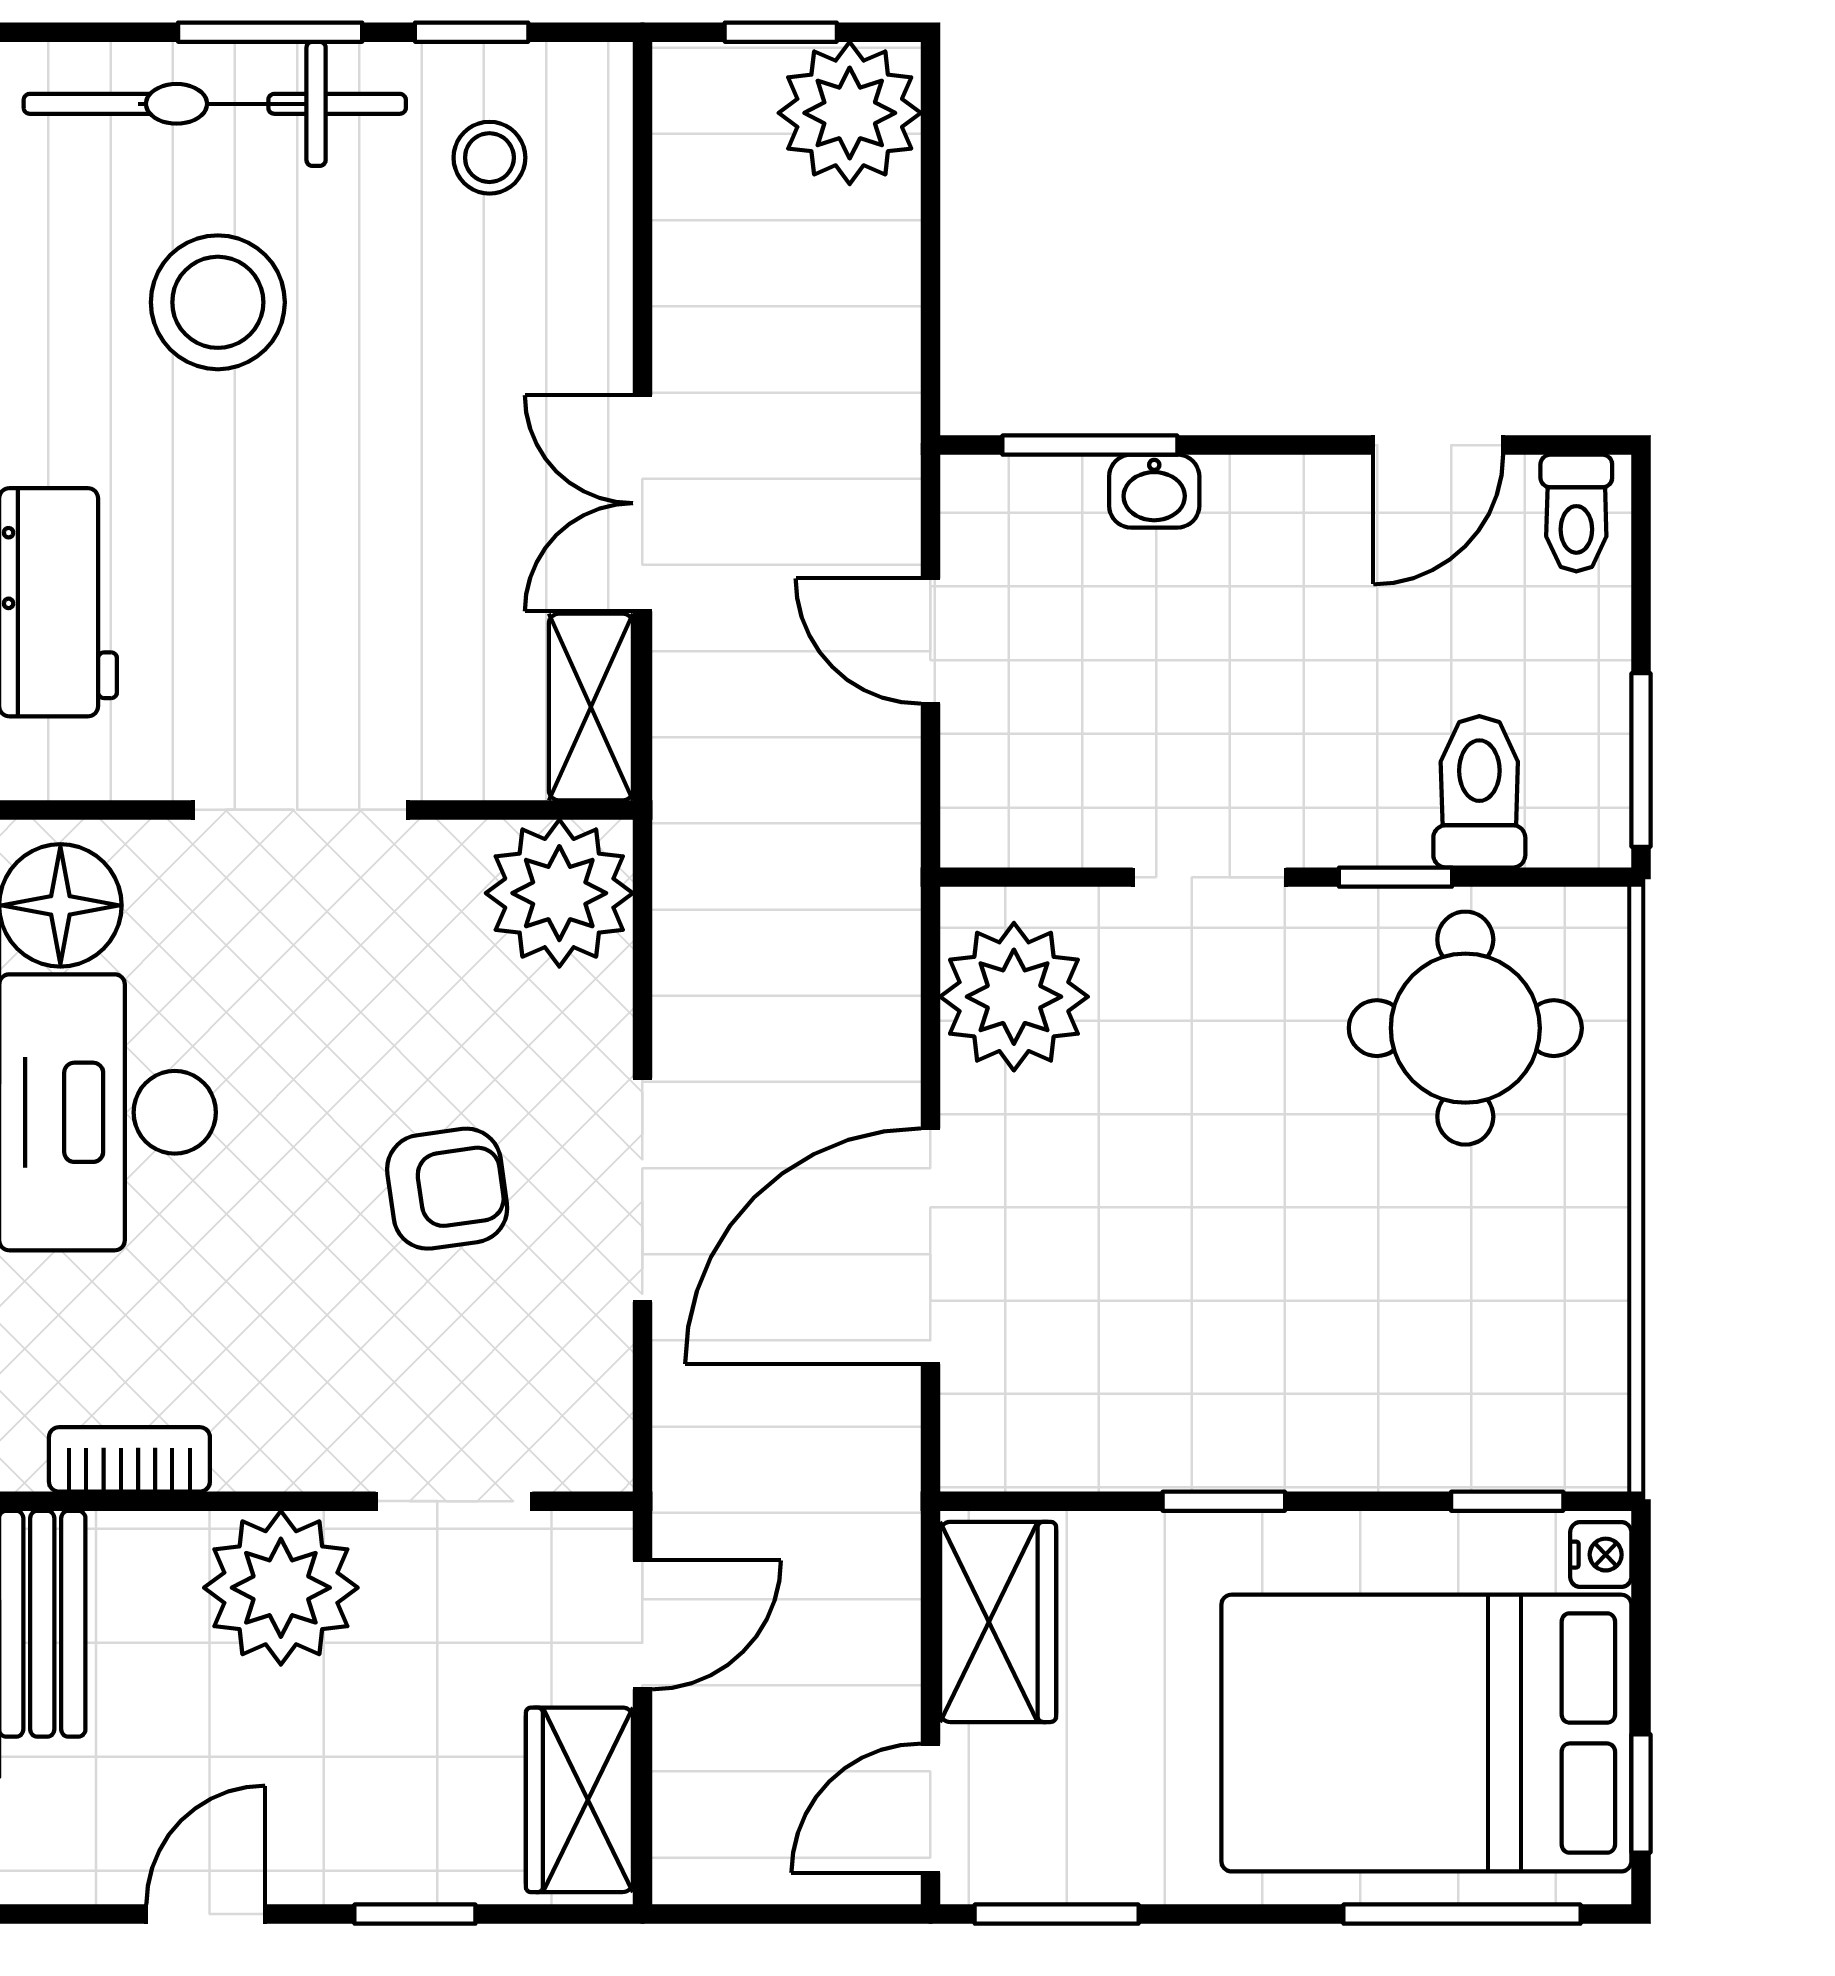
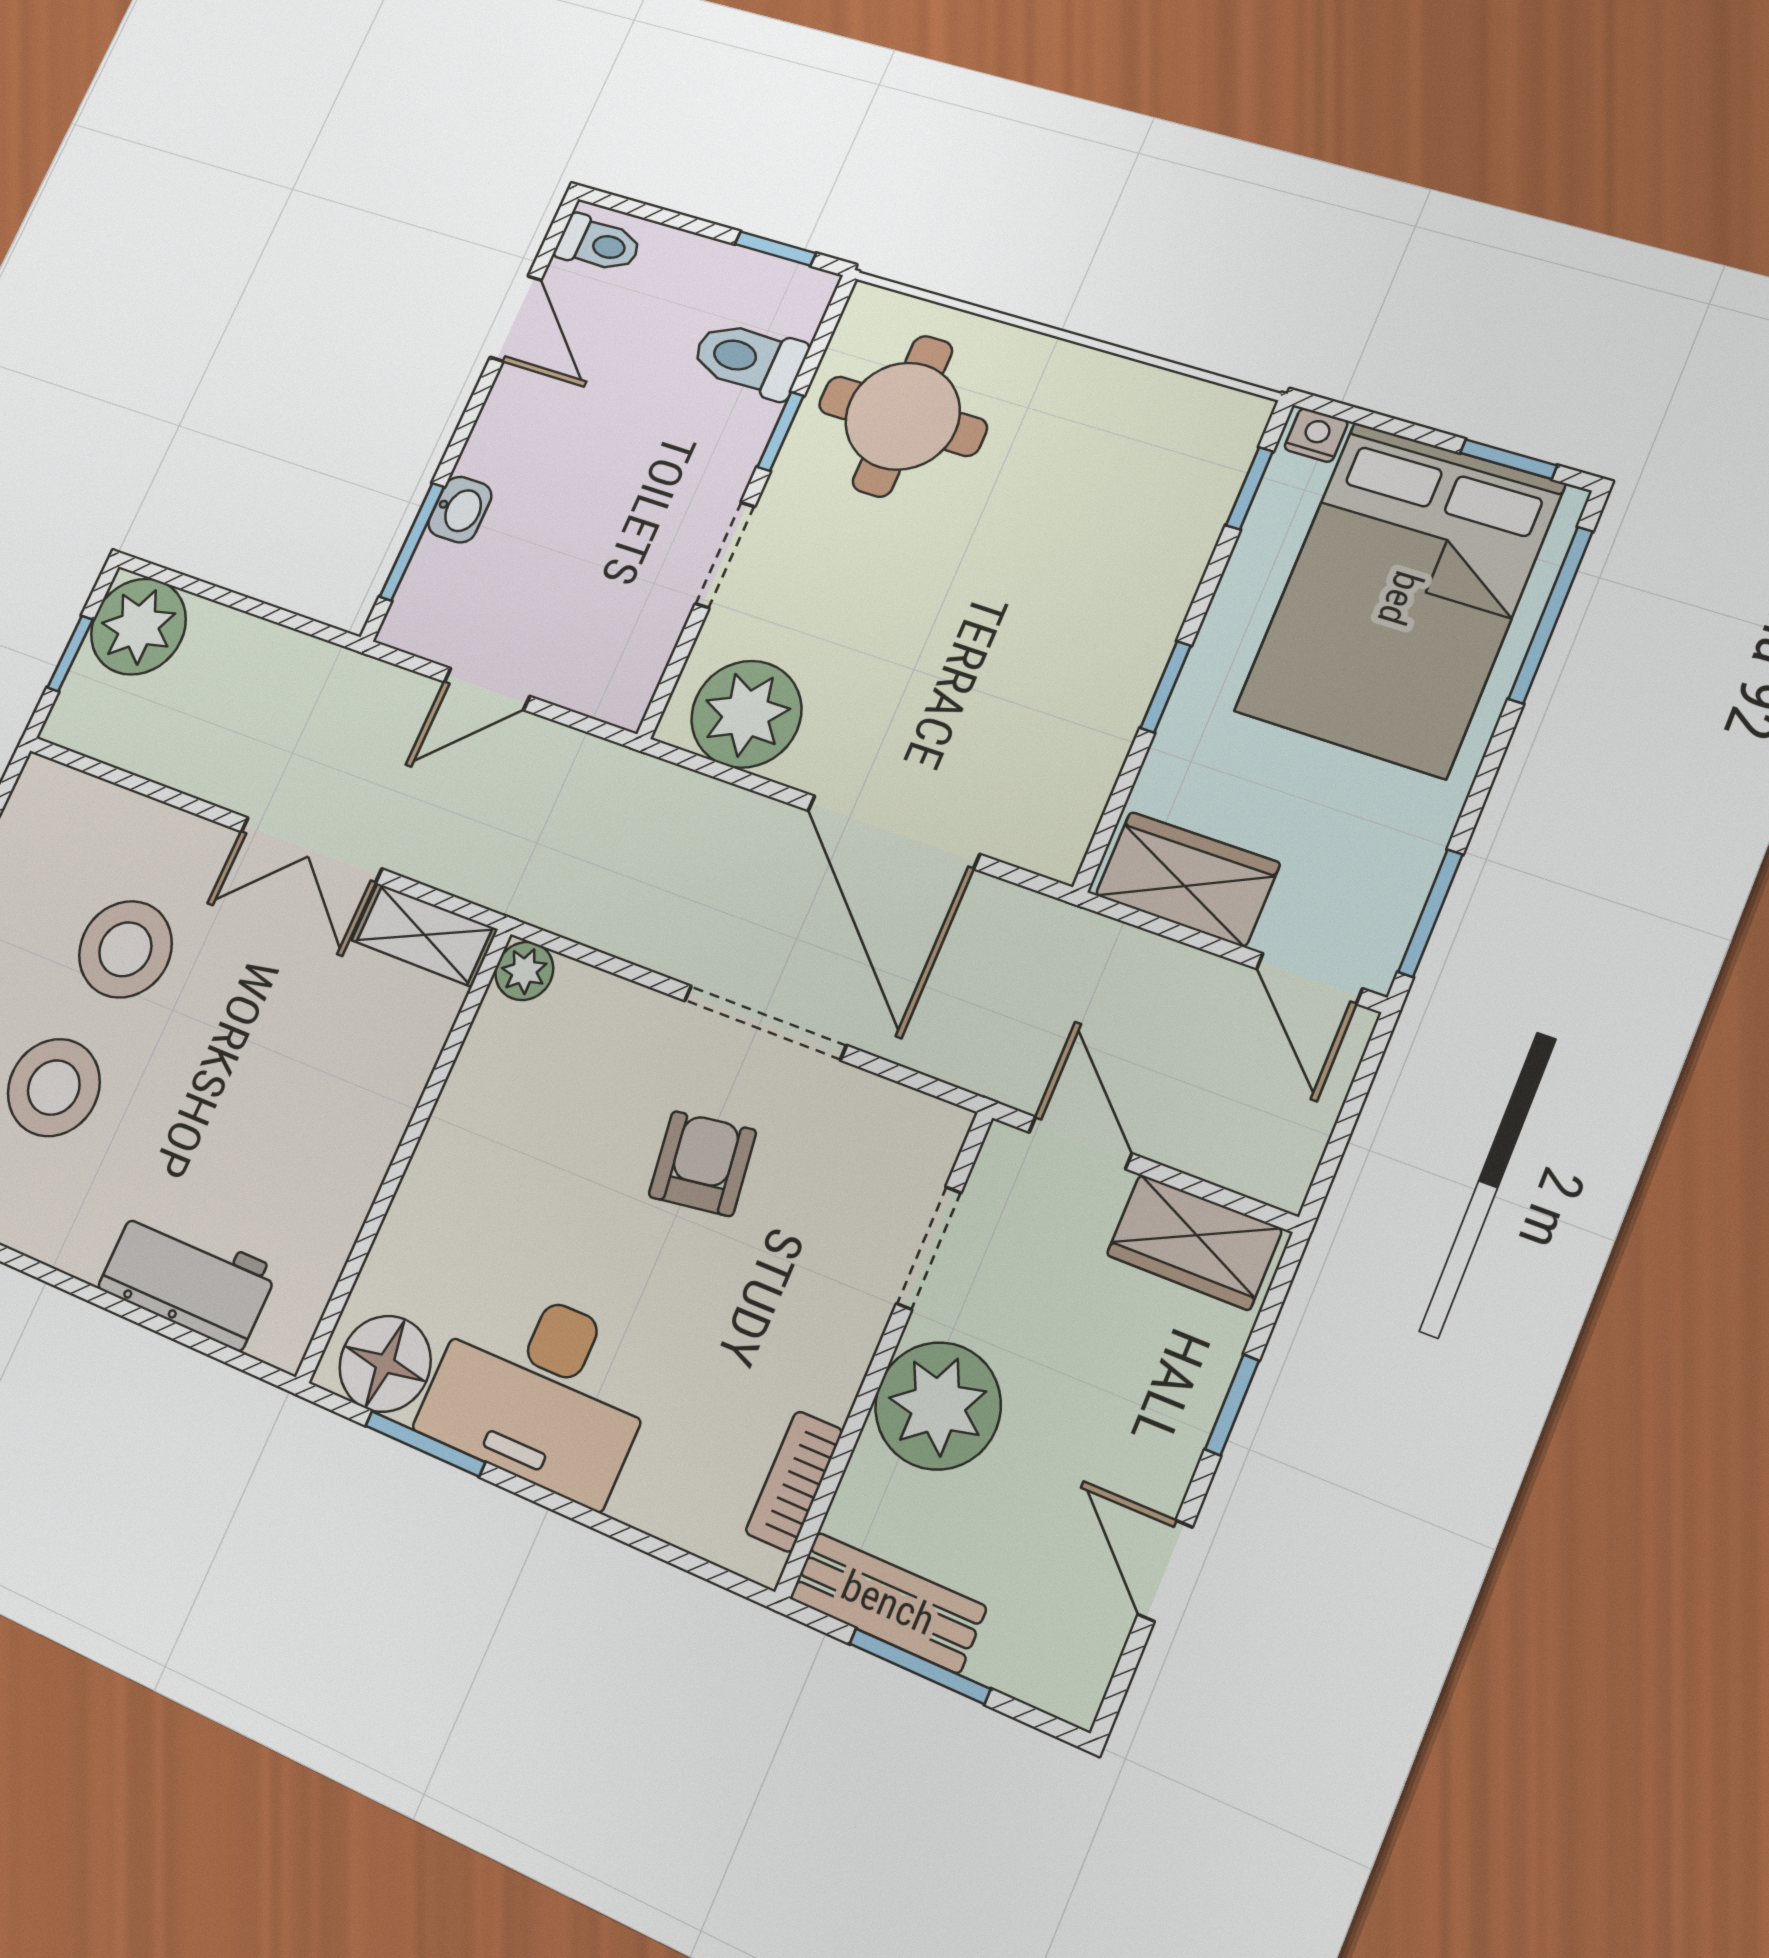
stool: (489, 158) -> (125, 949), moved, width x1.89, depth x1.89
window: (1641, 760) -> (775, 249), width x0.67
doorway: (300, 810) -> (399, 1164), removed
plant: (559, 893) -> (524, 971), width x0.53, depth x0.53

